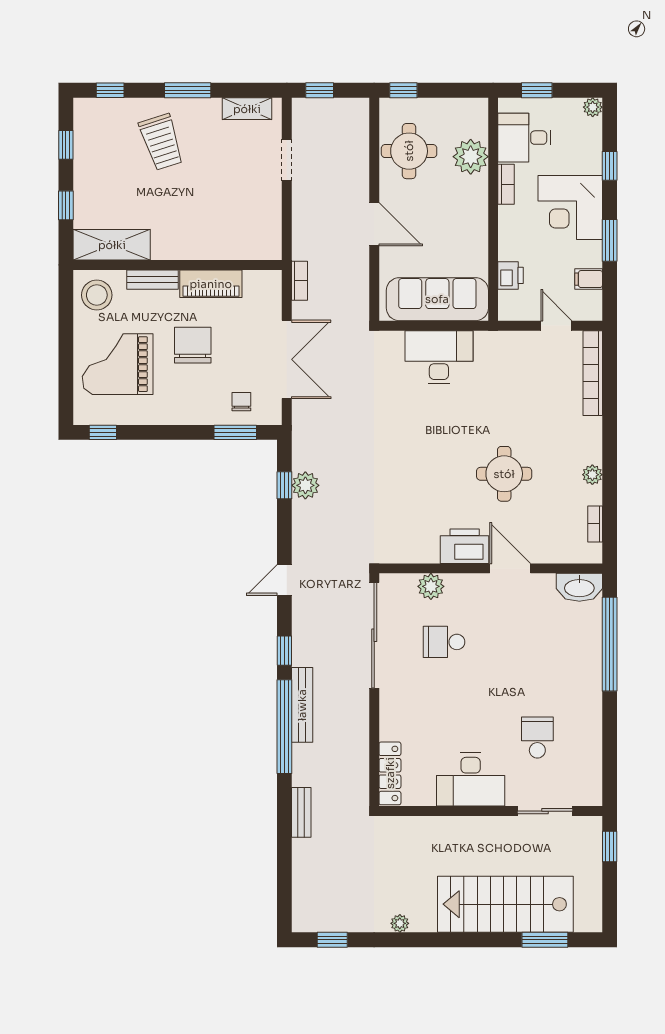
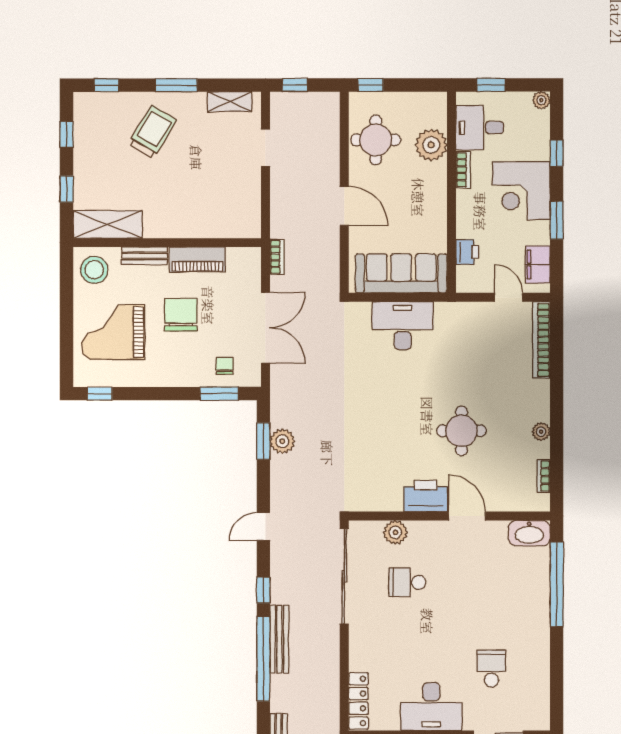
trolley: (161, 142) -> (153, 132), turned -131
filing cabinet: (589, 279) -> (538, 264), width x2.00
window: (284, 485) -> (263, 441), width x1.50

